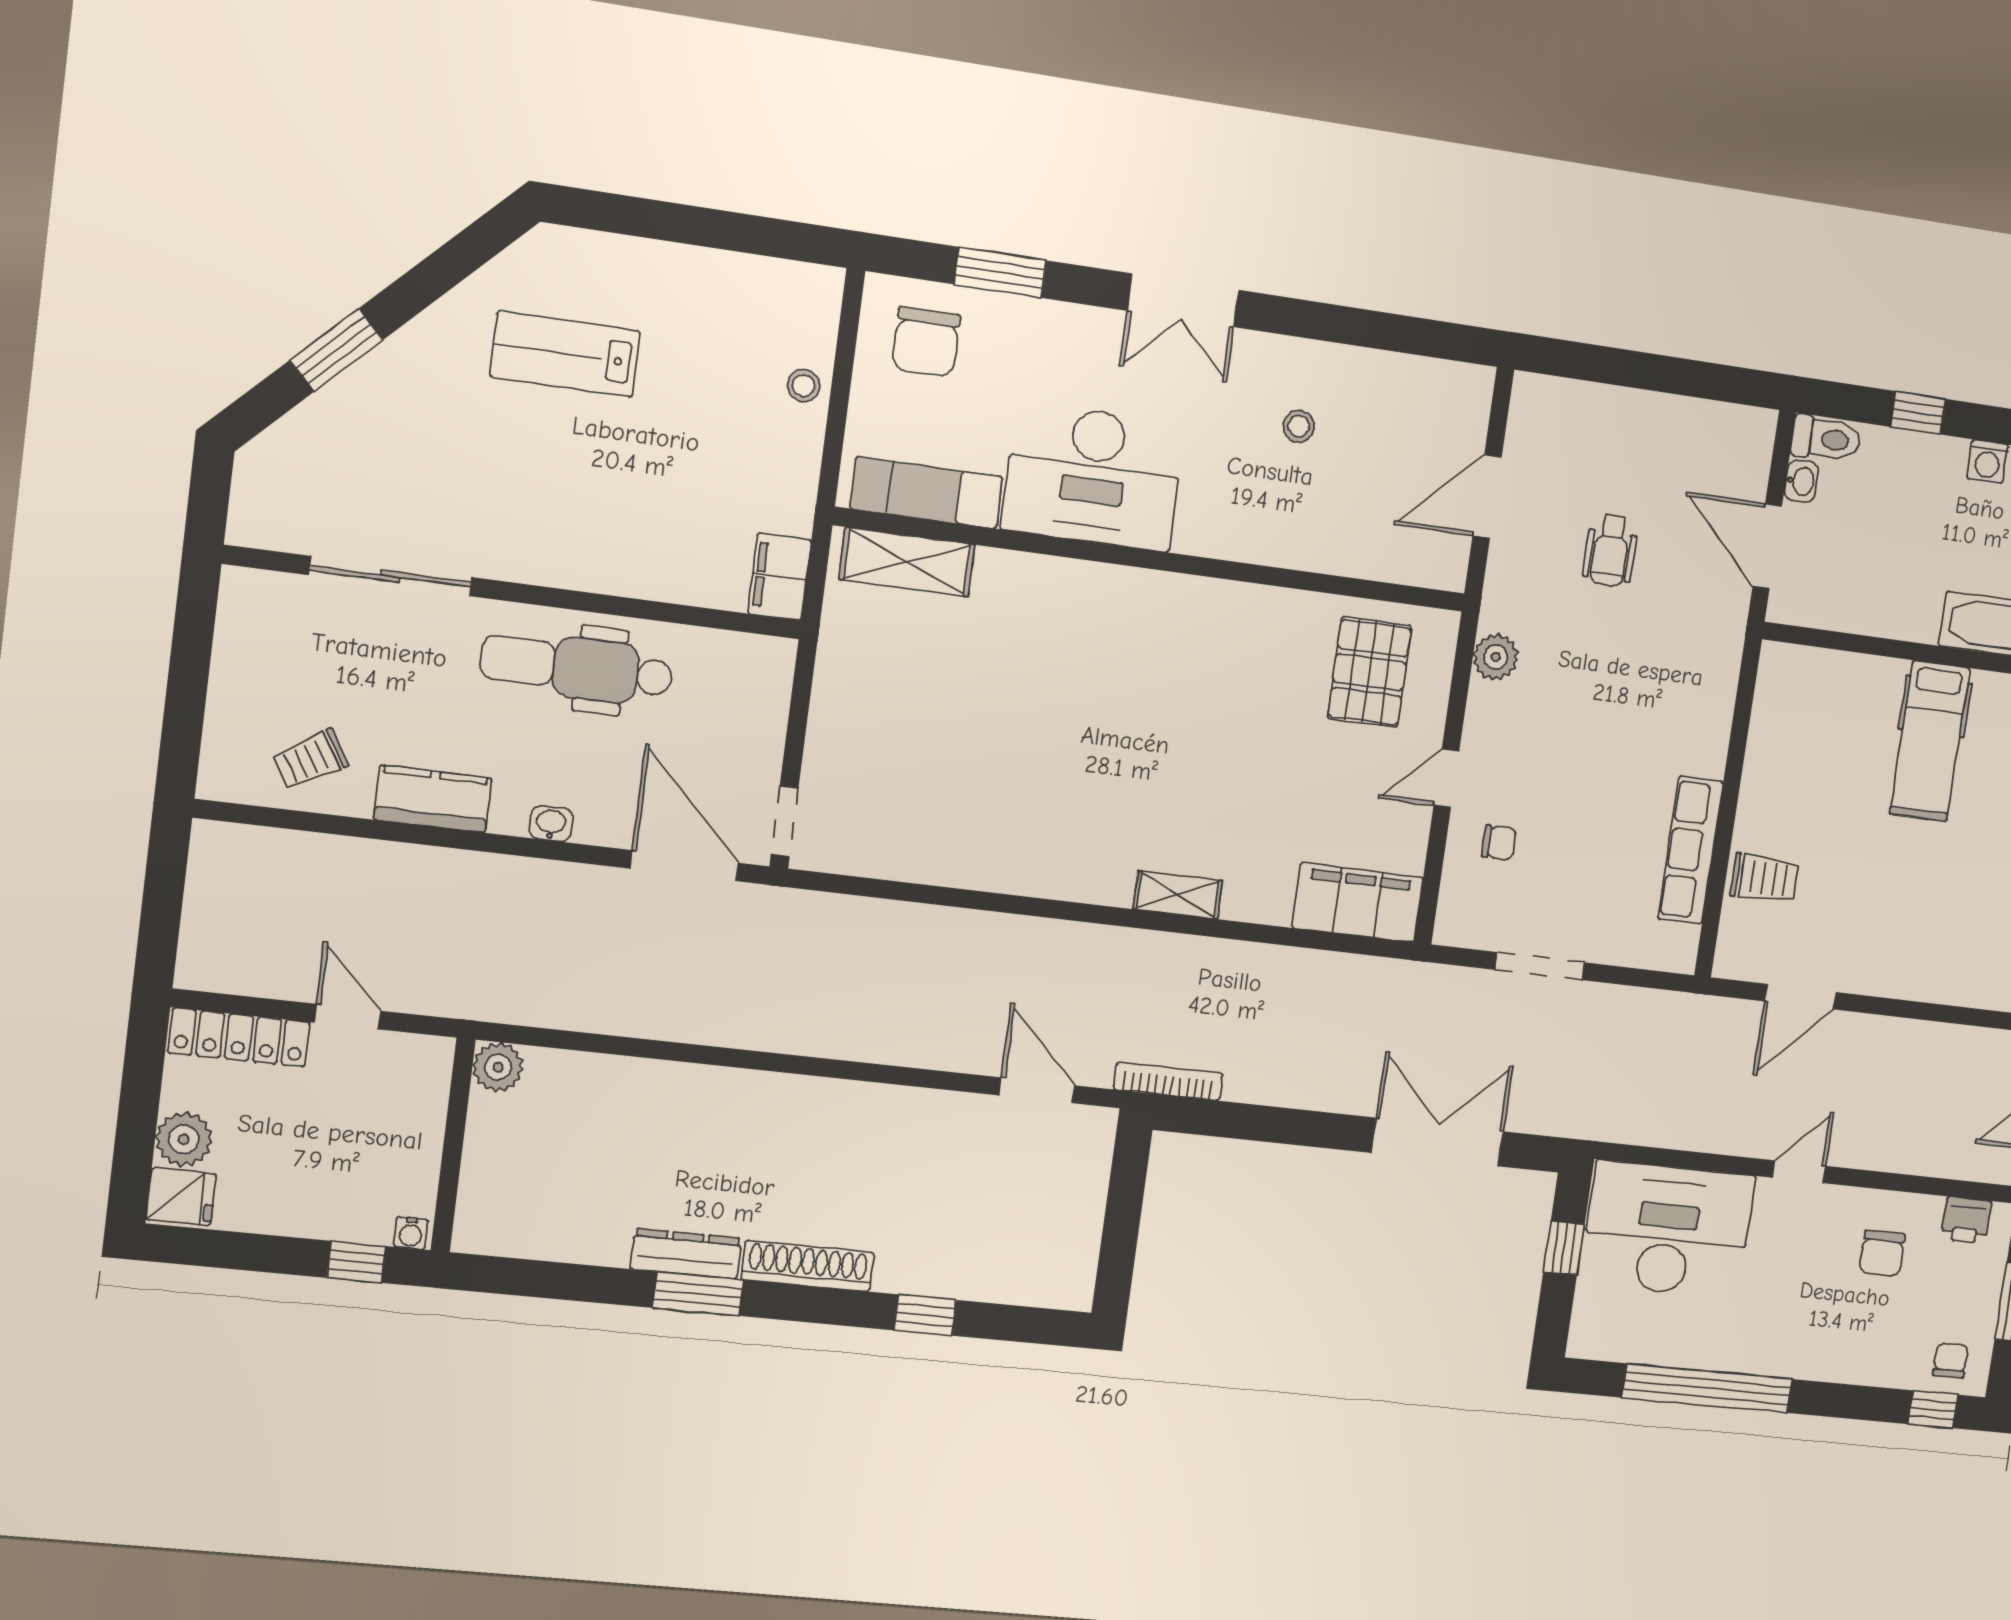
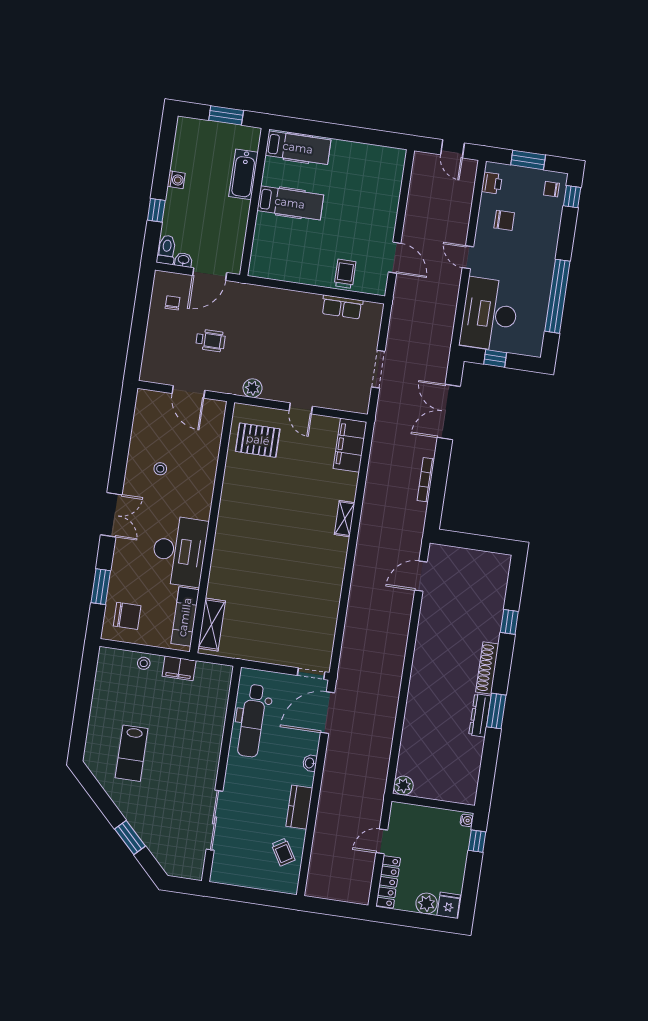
filing cabinet: (779, 577) -> (179, 668), moved
dental chair: (577, 668) -> (252, 721), moved
chair: (1499, 843) -> (173, 303), moved
row of seats: (1691, 850) -> (342, 307), width x0.68
bookcase: (1168, 1081) -> (426, 480), moved

